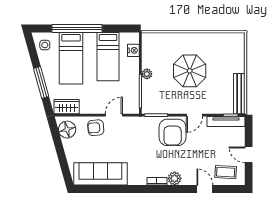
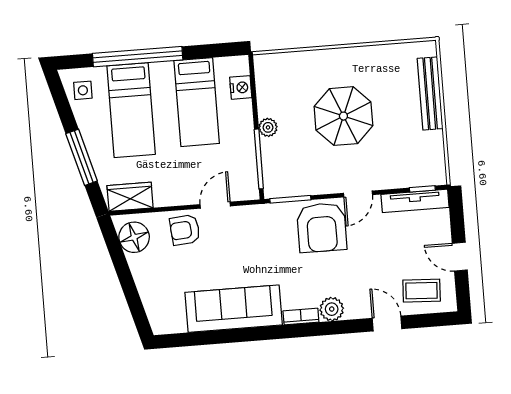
bench: (239, 94) -> (430, 93), moved
sofa: (100, 174) -> (234, 309), moved

